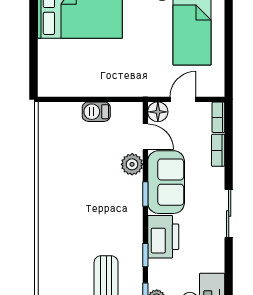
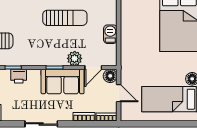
sun lounger: (72, 179) -> (65, 18), added
printer: (163, 237) -> (19, 76), width x0.53, depth x0.68

